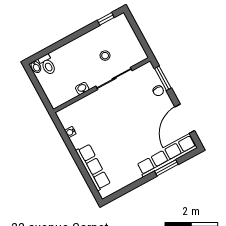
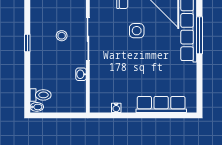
window: (106, 19) -> (27, 43), moved
side table: (142, 115) -> (137, 31), added
window: (166, 168) -> (200, 35), width x1.44

